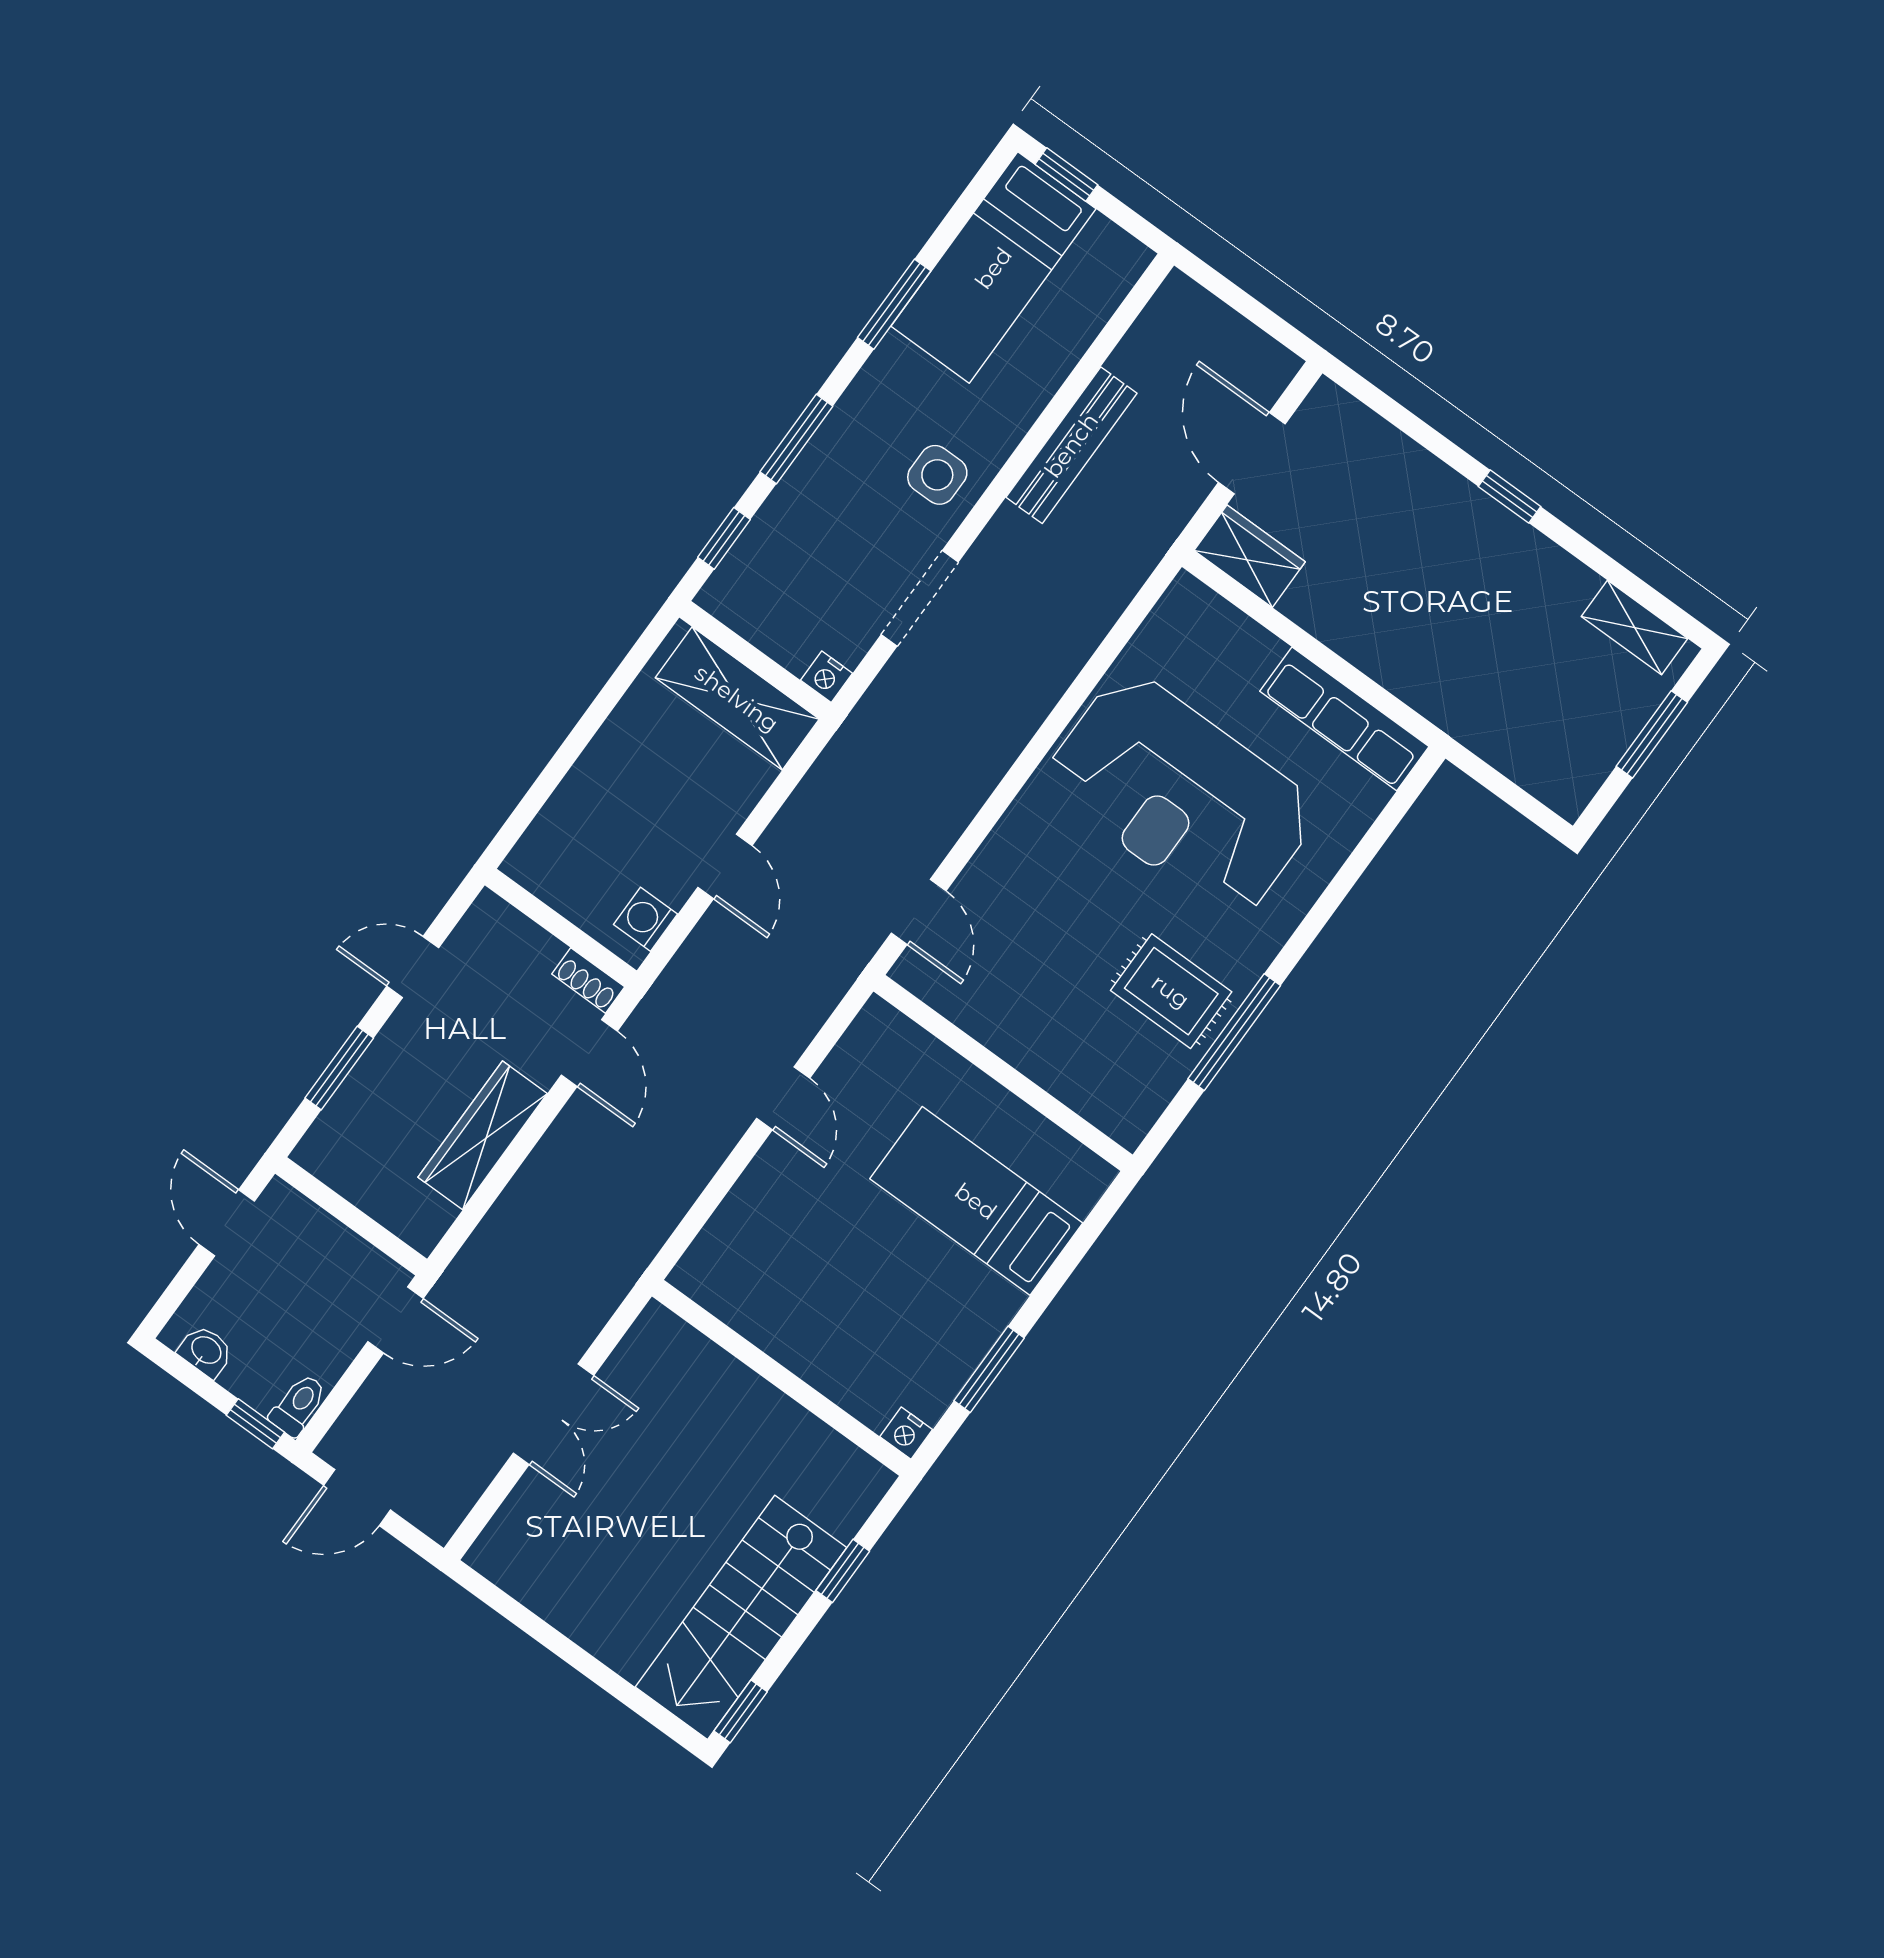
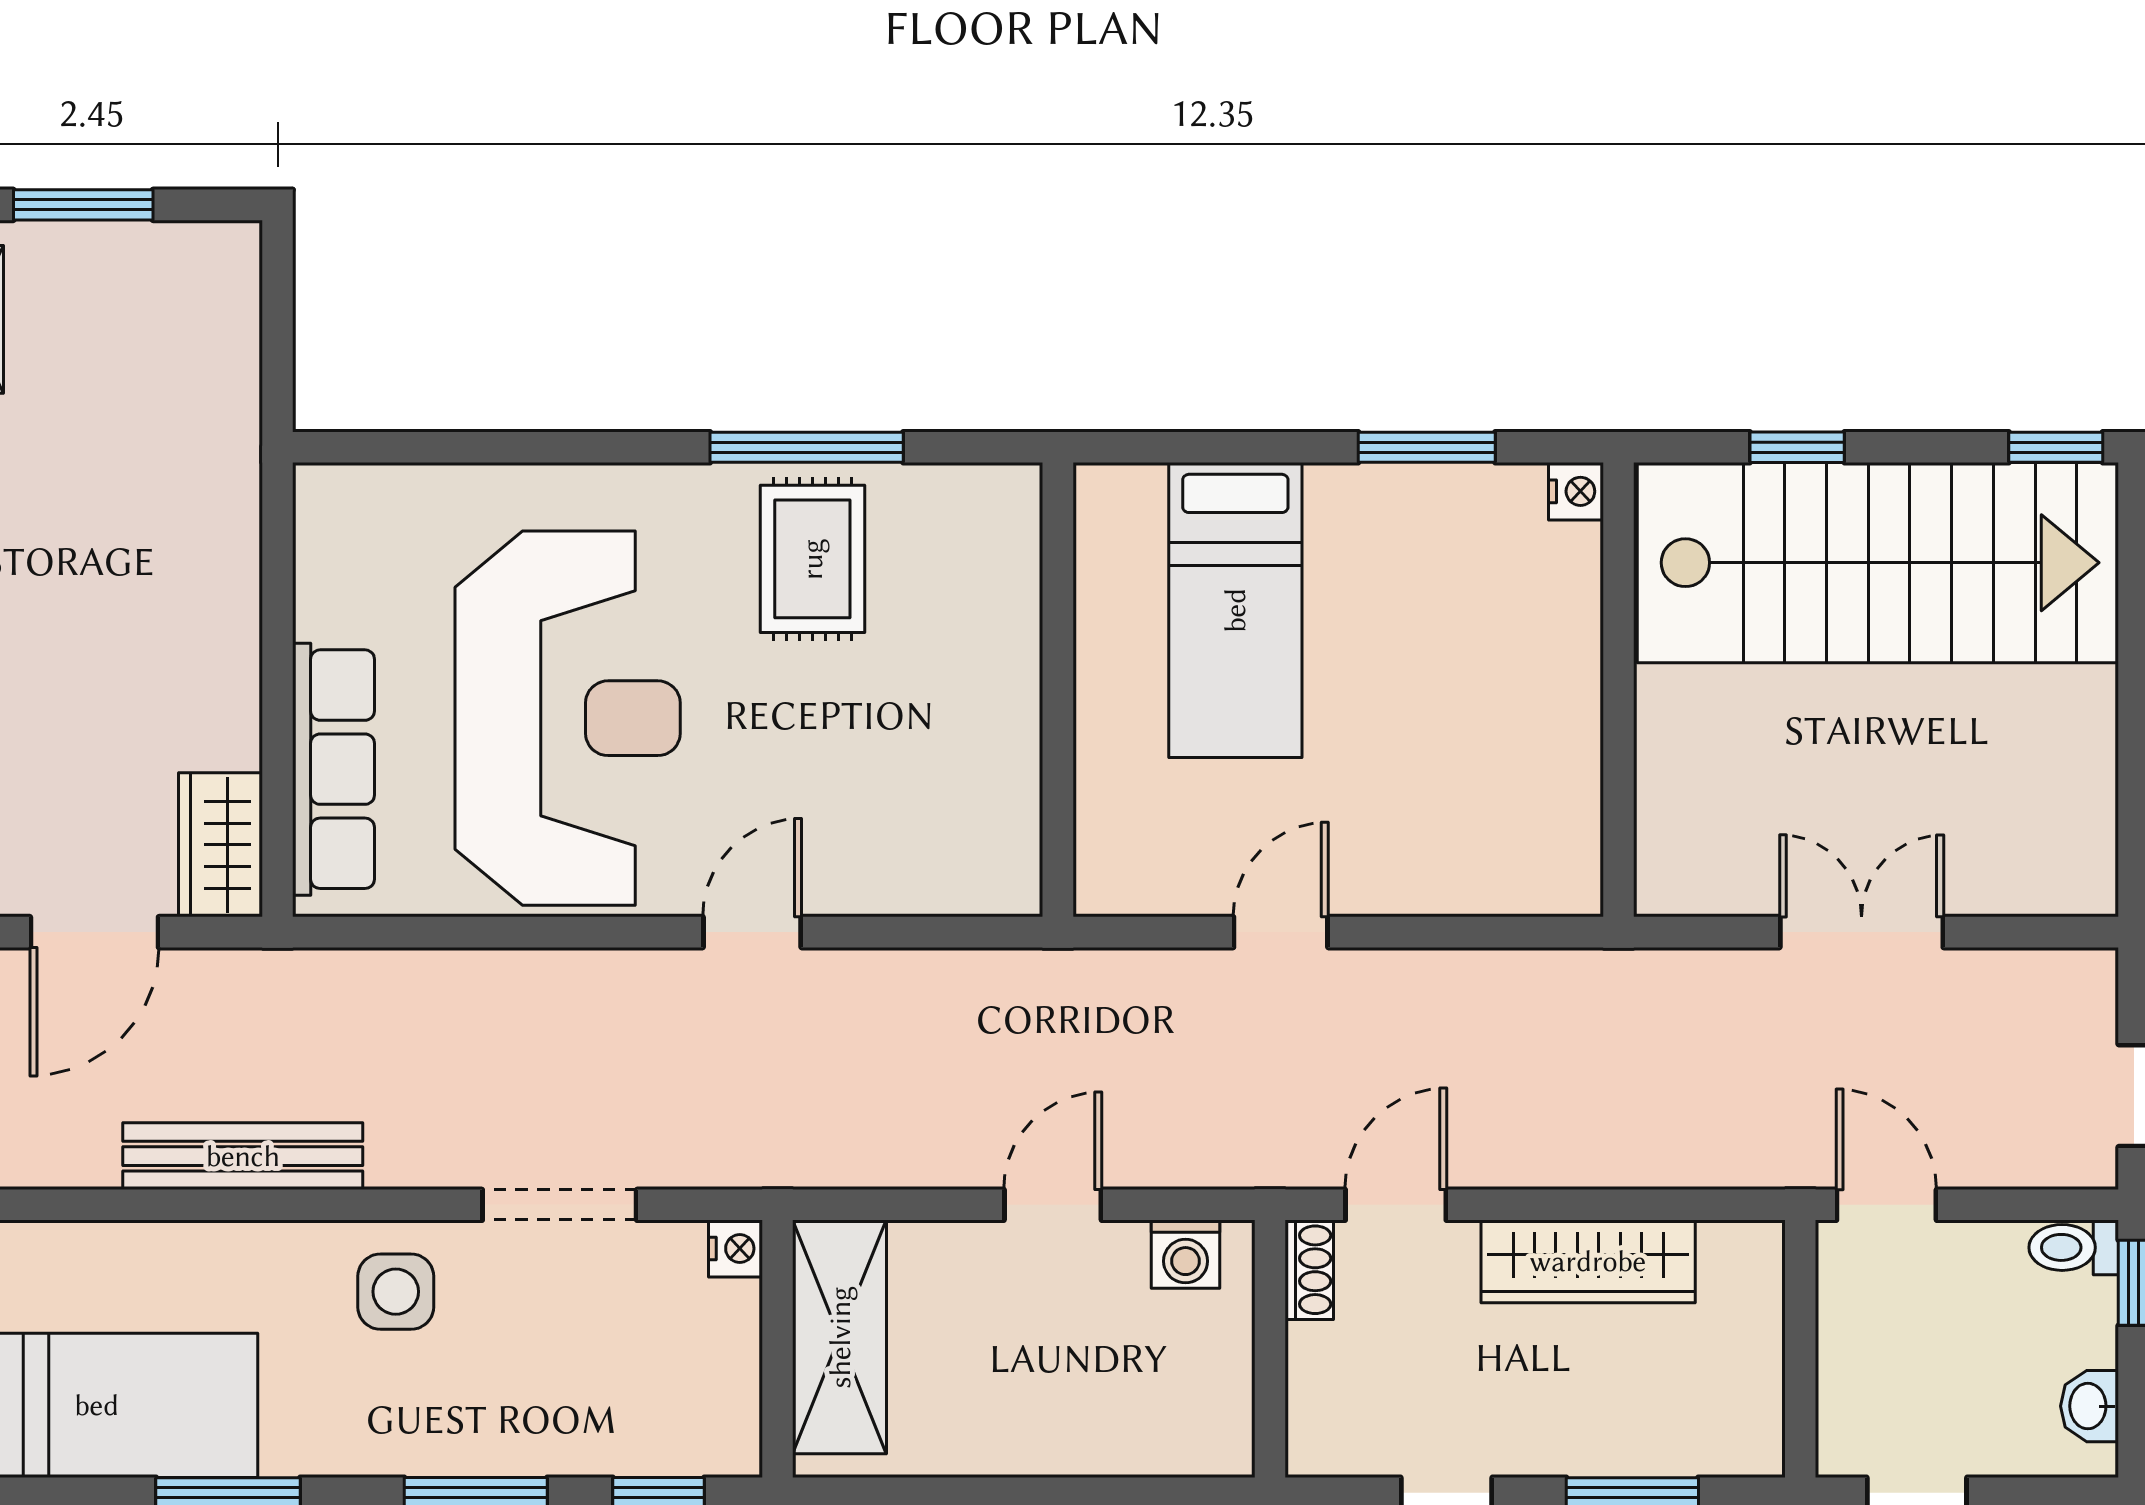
row of seats: (1344, 719) -> (334, 769), moved
door: (919, 912) -> (752, 932), moved
stairs: (741, 1617) -> (1878, 563), width x1.36, depth x1.51

